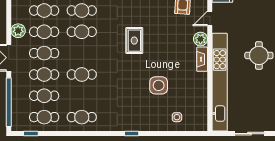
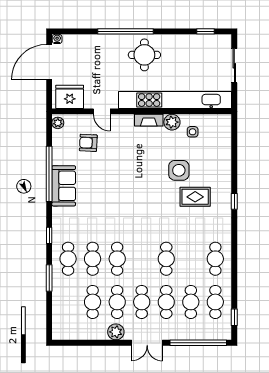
plant: (200, 39) -> (172, 122), moved
rug: (134, 41) -> (195, 197), moved
side table: (177, 117) -> (193, 132), moved

